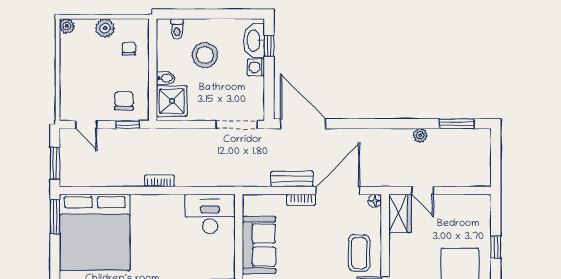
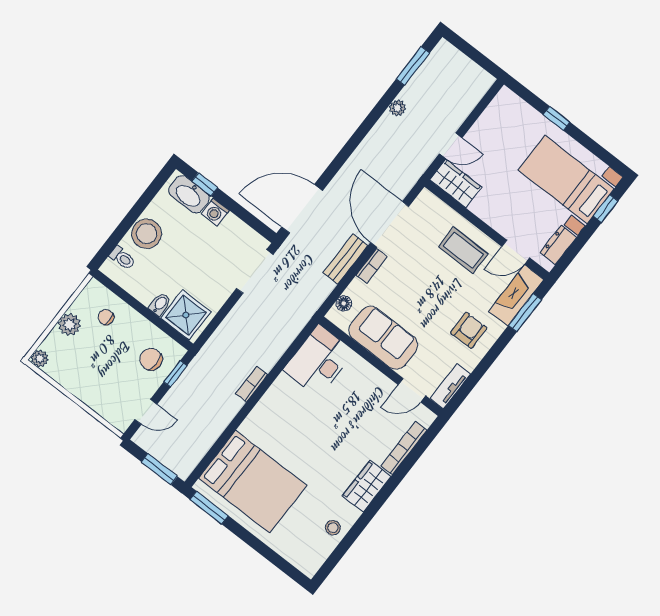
stool: (205, 55) -> (147, 234), moved
floor lamp: (375, 201) -> (344, 303), moved
bed: (95, 232) -> (253, 482), width x0.73

